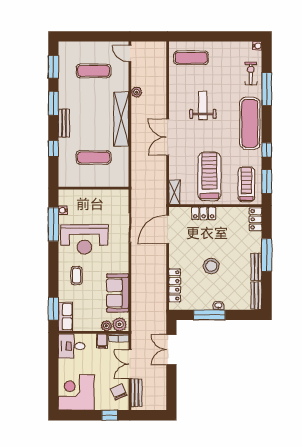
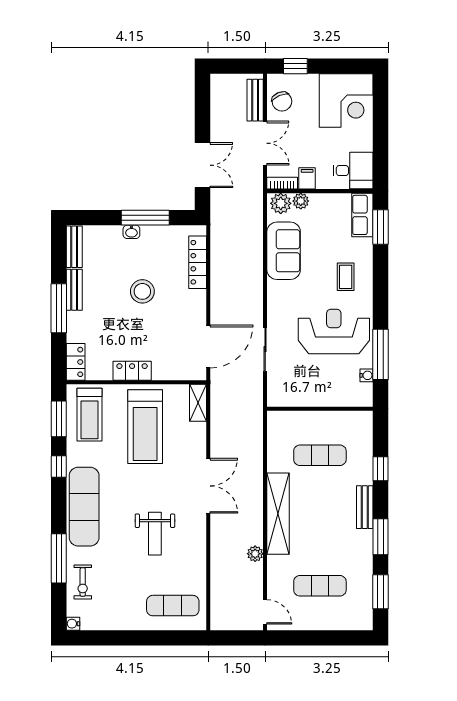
locker: (204, 213) -> (132, 371), moved

